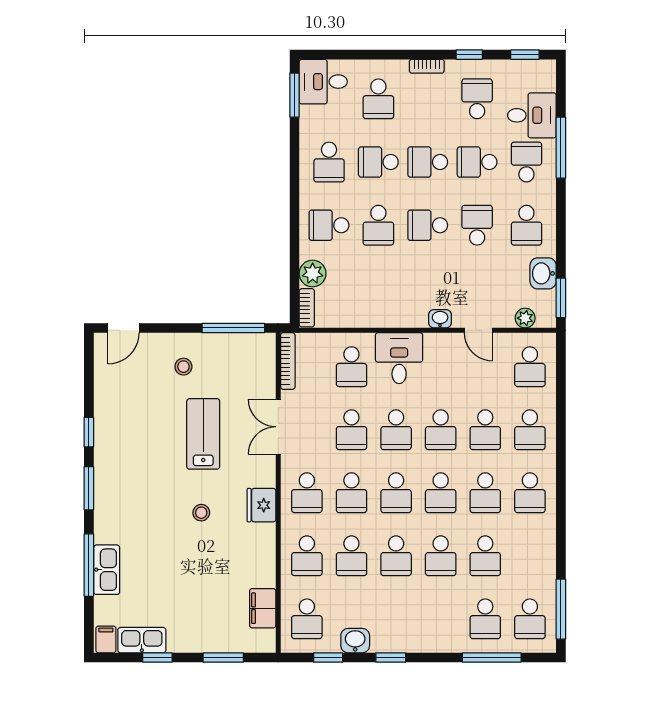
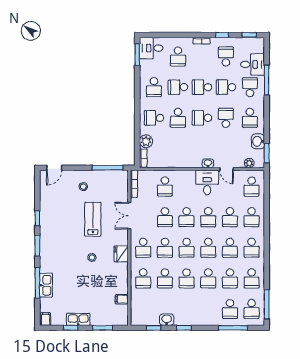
desk: (399, 358) -> (207, 182), moved
filing cabinet: (263, 608) -> (122, 299), width x0.50
school desk: (307, 619) -> (252, 278), moved
kitchen sink: (142, 640) -> (78, 319), moved

